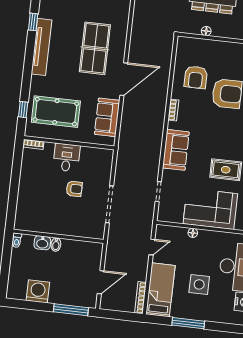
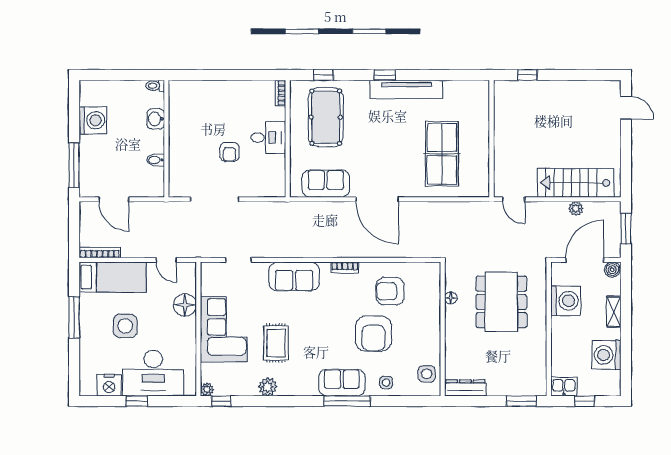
window: (33, 22) -> (385, 75), moved
table tennis table: (95, 48) -> (442, 154), moved, turned 90
floor lamp: (193, 233) -> (185, 305), width x1.89, depth x1.89
bidet: (56, 245) -> (155, 160), moved

